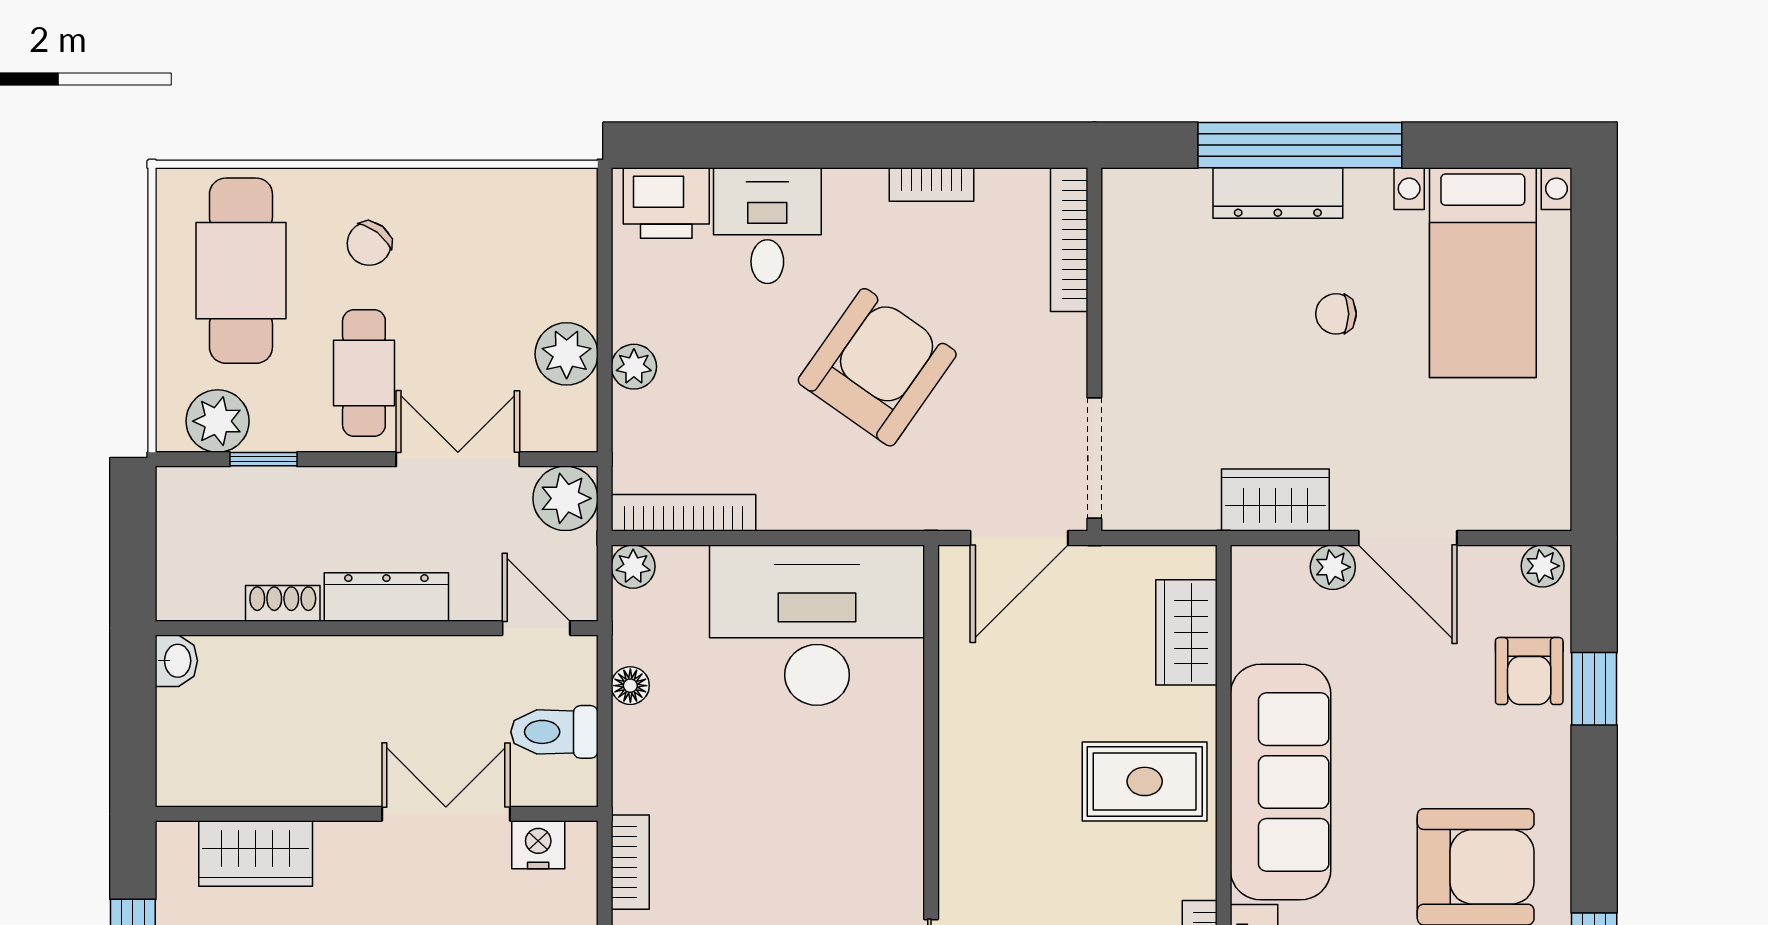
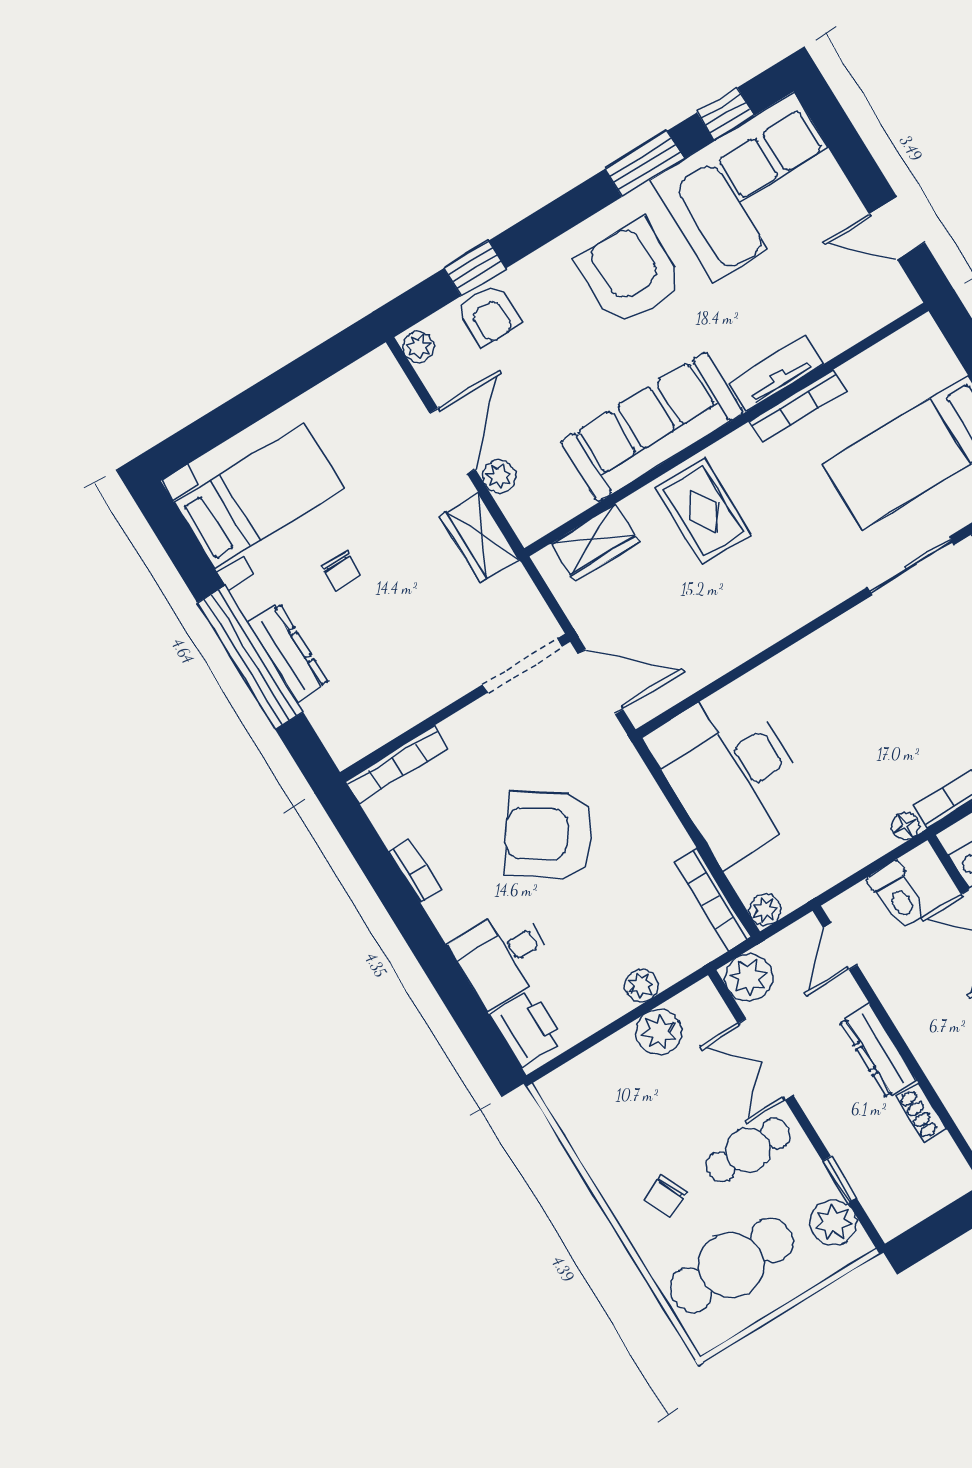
chair: (369, 244) -> (666, 1196), turned 118
armchair: (1529, 671) -> (489, 315), turned 90
floor lamp: (630, 686) -> (905, 826), moved

